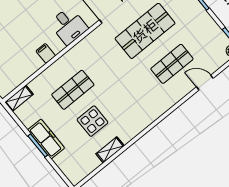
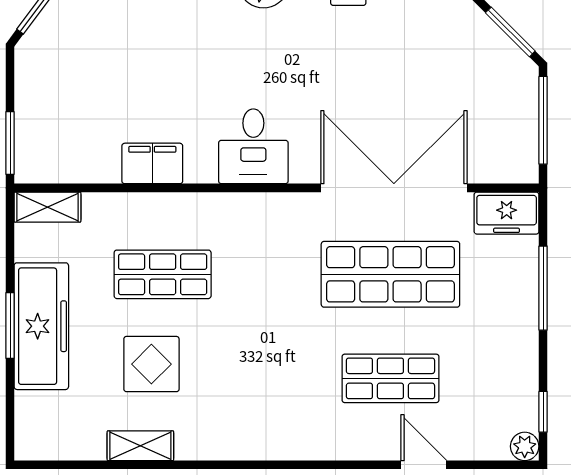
filing cabinet: (46, 53) -> (152, 163), width x2.00
freezer: (46, 139) -> (41, 326), width x1.36, depth x1.26

